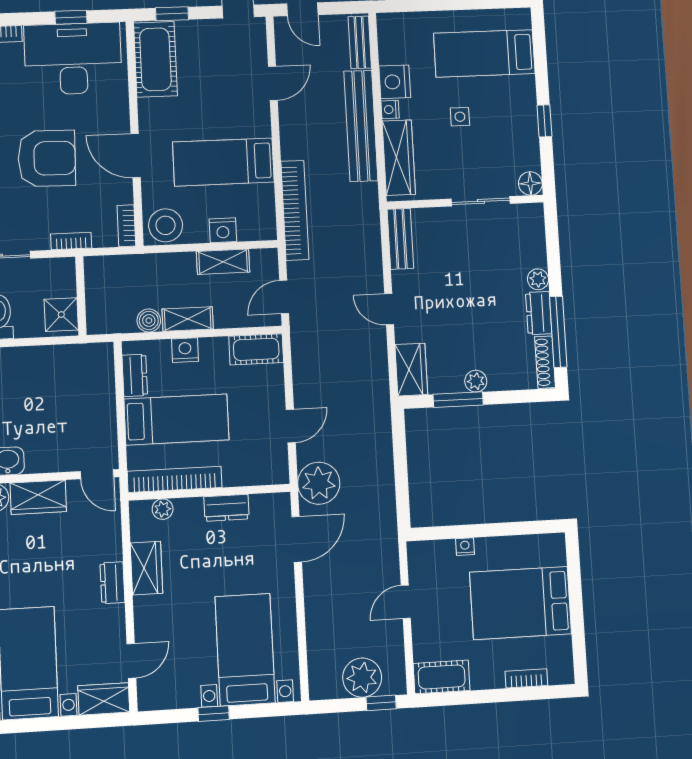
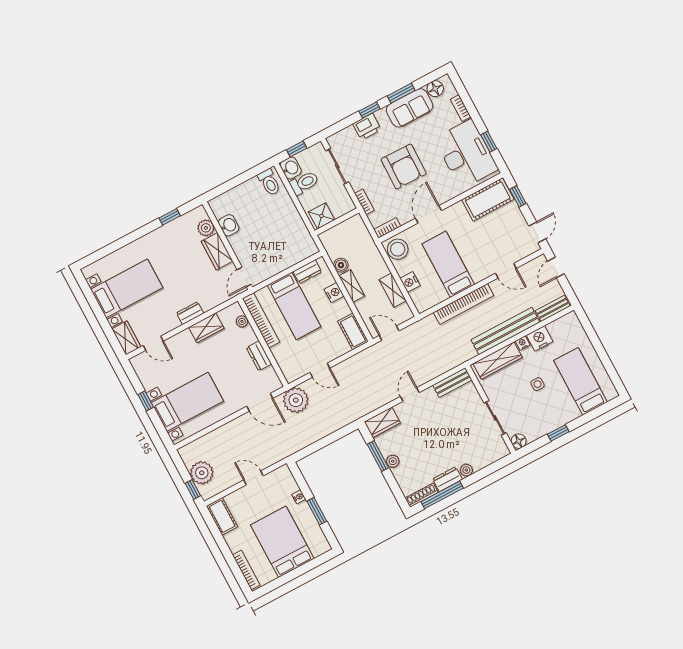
bookcase: (295, 210) -> (464, 304), moved
window: (498, 529) -> (317, 511), added
bookcase: (526, 678) -> (246, 570), width x1.56

